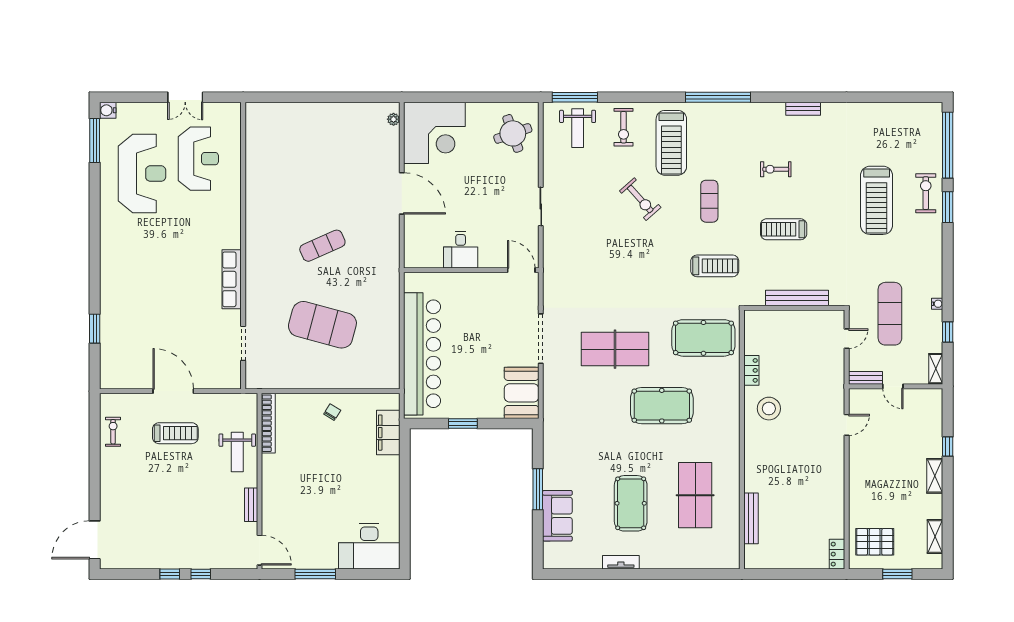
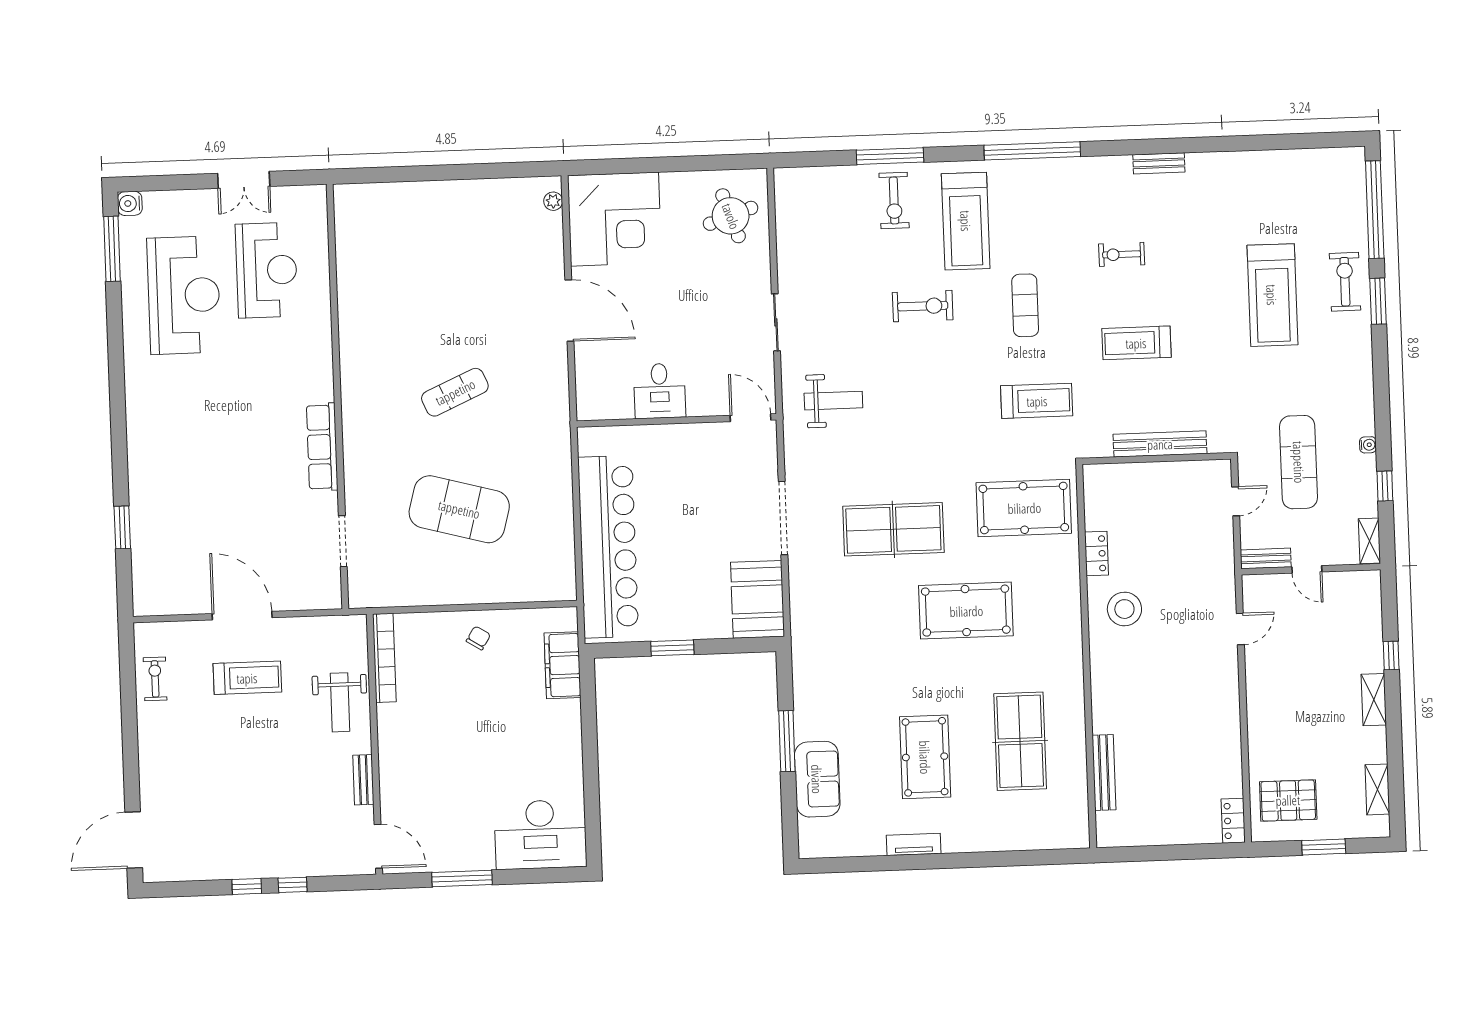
window: (575, 97) -> (890, 156), moved
weight bench: (578, 128) -> (833, 401), moved, turned -90
exercise bike: (640, 199) -> (923, 306), turned -48

